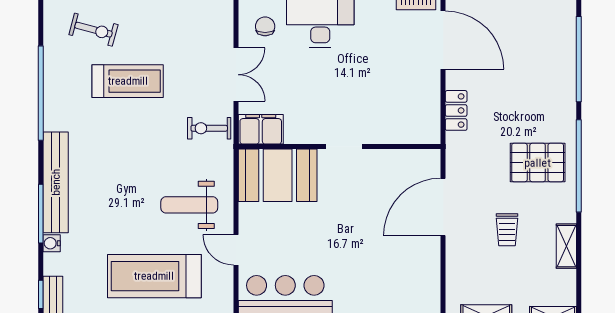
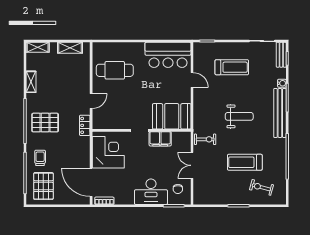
pallet: (541, 32) -> (43, 186), added
corner desk: (408, 102) -> (108, 152), added
locker: (456, 110) -> (85, 125), moved
filing cabinet: (261, 129) -> (160, 139), moved
weight bench: (189, 205) -> (239, 116), moved
door: (443, 207) -> (91, 101), width x0.53
trolley: (507, 230) -> (40, 158), moved
cafe table: (395, 270) -> (115, 70), added
treadmill: (154, 276) -> (232, 67), width x0.73, depth x0.73

